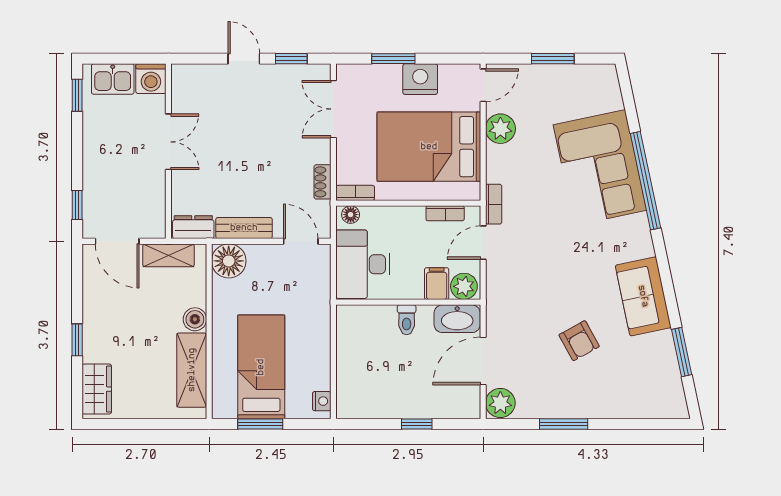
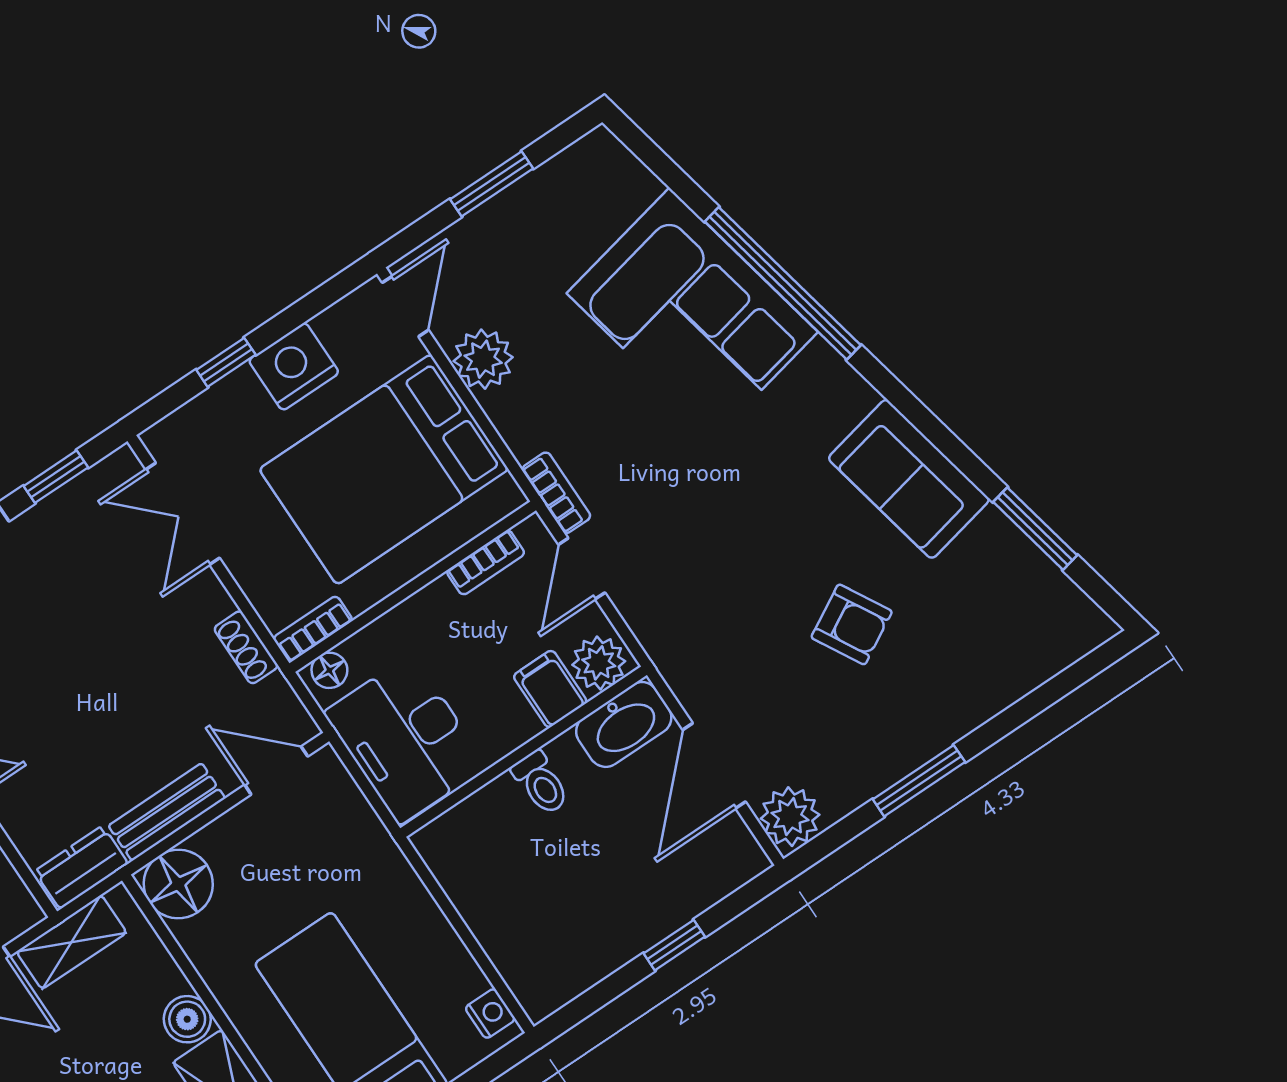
window: (393, 59) -> (226, 362), width x0.67

